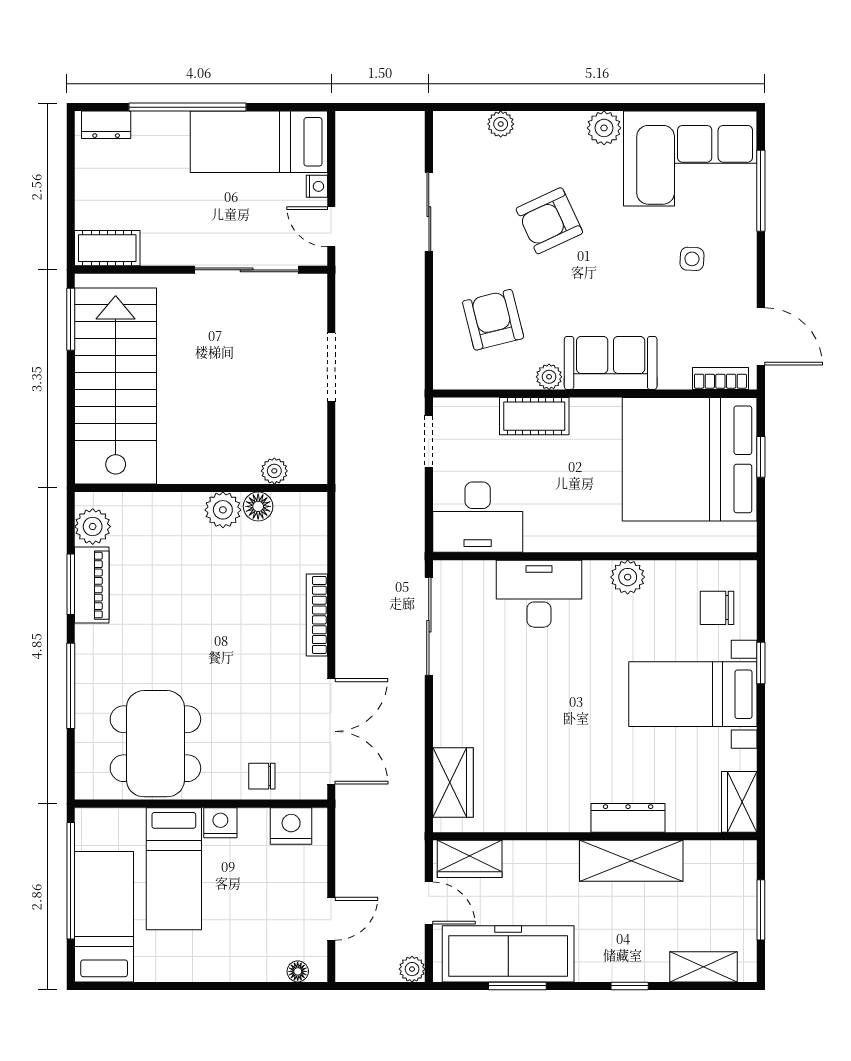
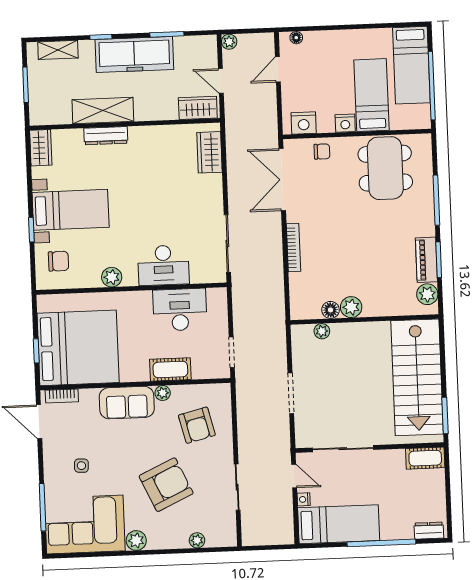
armchair: (549, 221) -> (166, 485), width x1.36, depth x1.36
desk: (478, 517) -> (180, 310), moved
freezer: (508, 954) -> (134, 55), moved

